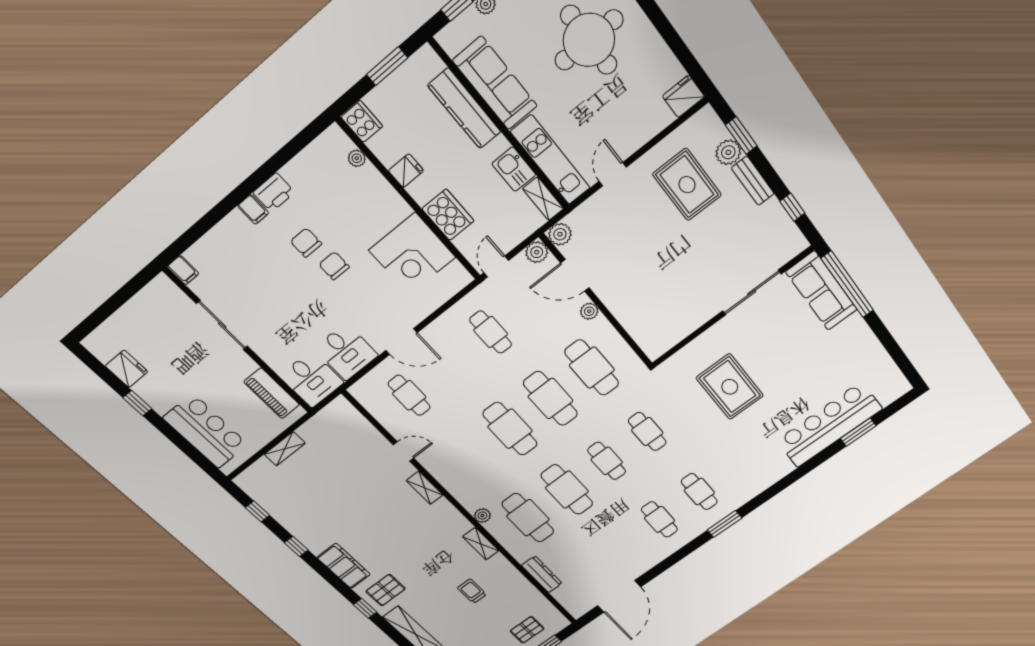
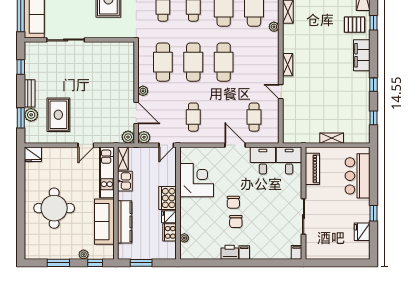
cooker: (362, 122) -> (169, 232), moved
cooker: (448, 215) -> (168, 198), moved

